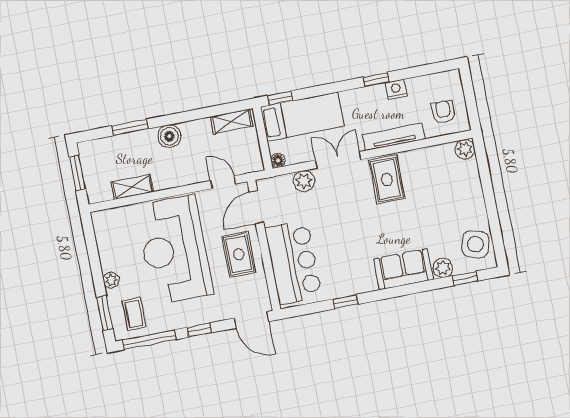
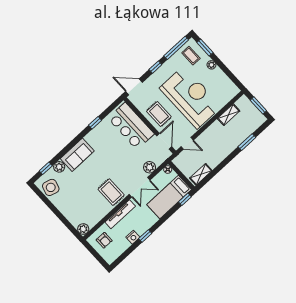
boiler: (169, 136) -> (226, 149), removed

